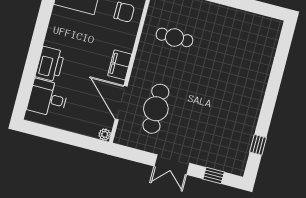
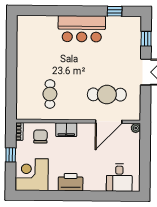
printer: (50, 64) -> (71, 182), moved
filing cabinet: (120, 65) -> (66, 130), moved
bar counter: (246, 98) -> (82, 29), added

